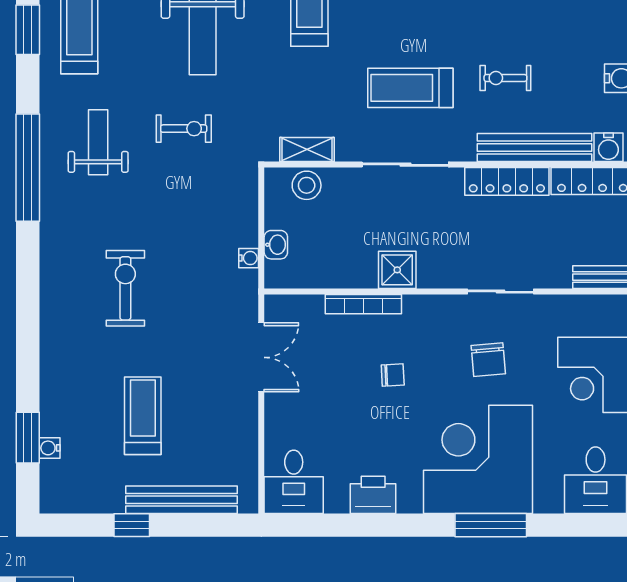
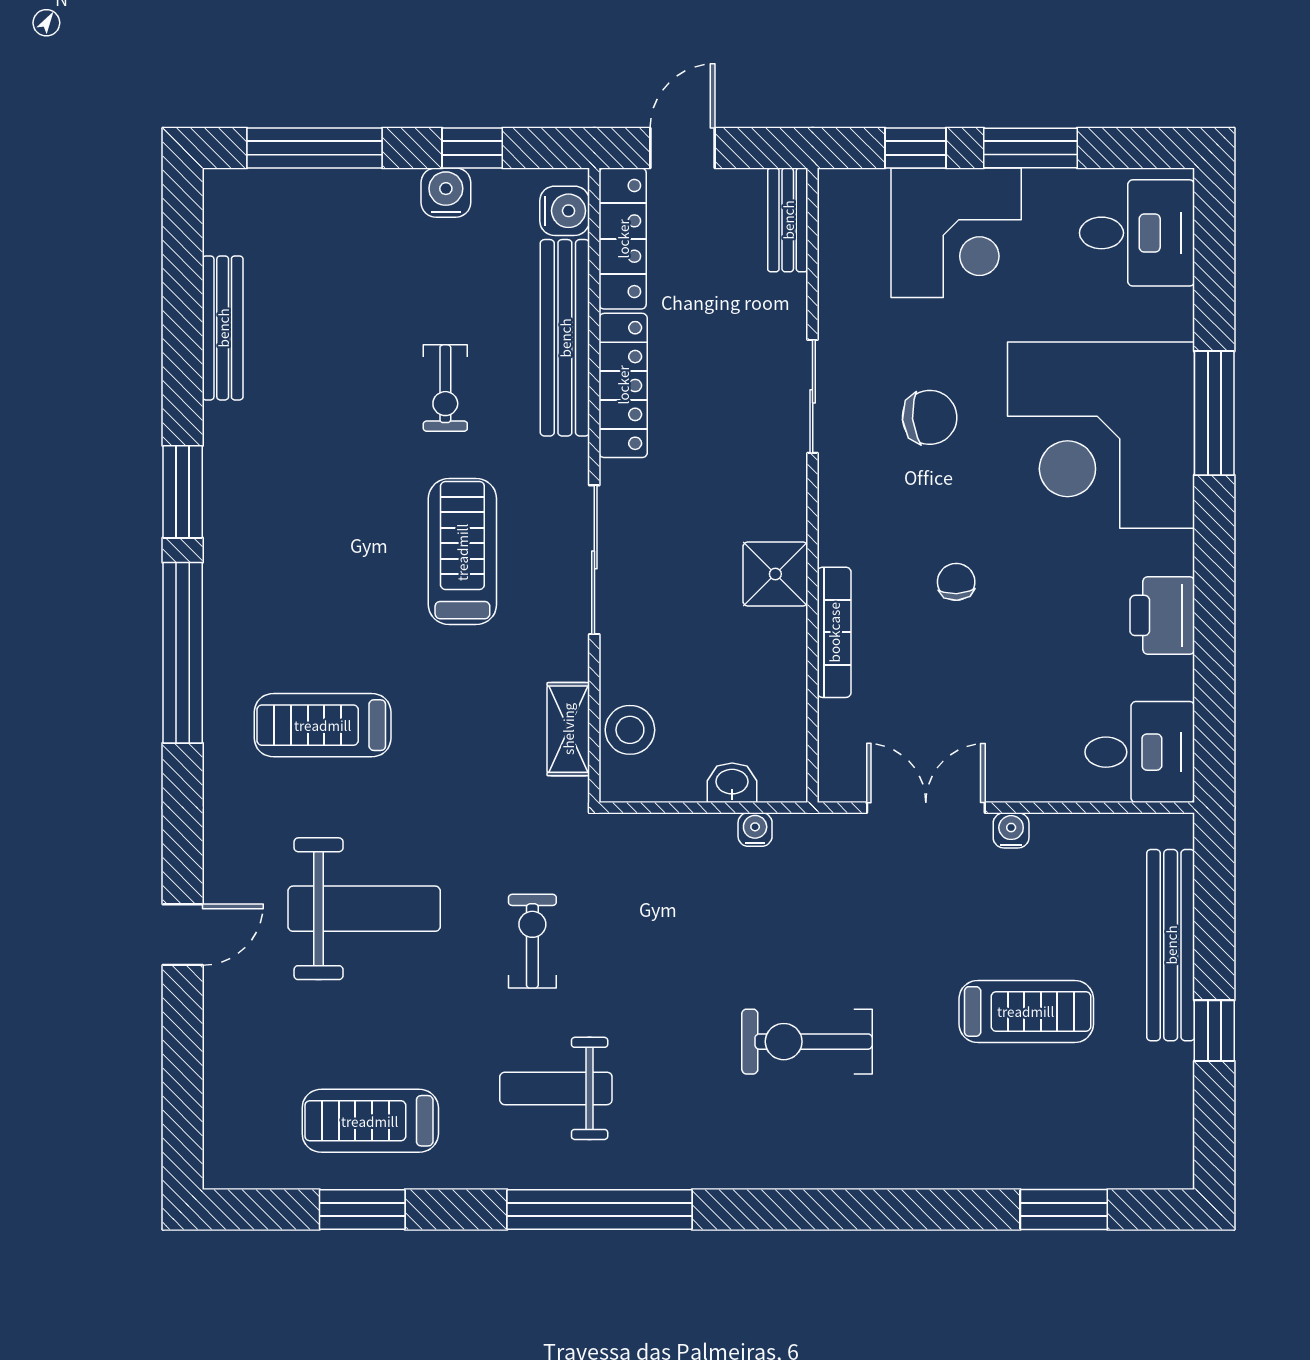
treadmill: (410, 88) -> (462, 552), turned 180
treadmill: (143, 416) -> (1026, 1011), turned 180
water cooler: (50, 448) -> (1011, 830), moved, turned 180

